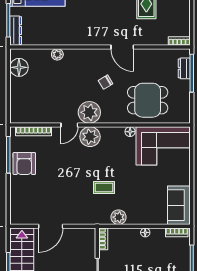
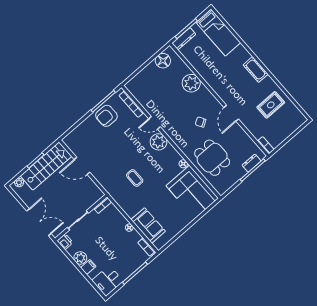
plant: (57, 54) -> (191, 83), width x1.88, depth x1.88
plant: (89, 112) -> (173, 128), removed
sofa: (179, 205) -> (148, 225), moved, turned 90
plant: (119, 217) -> (124, 203), removed

